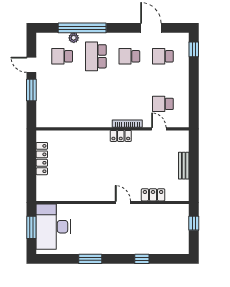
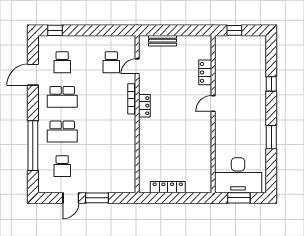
plant: (74, 38) -> (43, 154), removed
school desk: (129, 56) -> (62, 97), width x1.85
bench: (184, 166) -> (163, 41), moved

